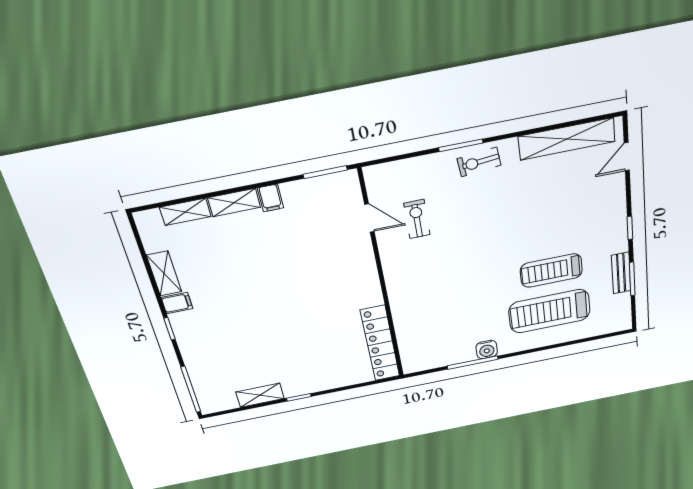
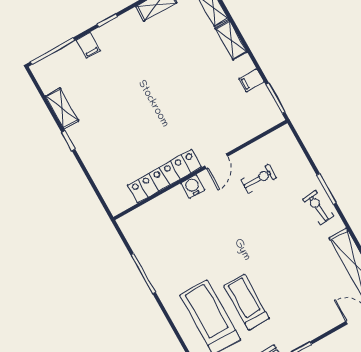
filing cabinet: (270, 198) -> (251, 80), moved
door: (369, 218) -> (216, 161), moved
filing cabinet: (177, 303) -> (88, 45), moved
locker: (380, 343) -> (165, 176), moved
water cooler: (487, 350) -> (193, 186), moved, turned 90

